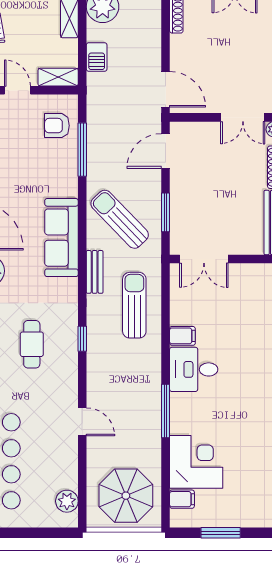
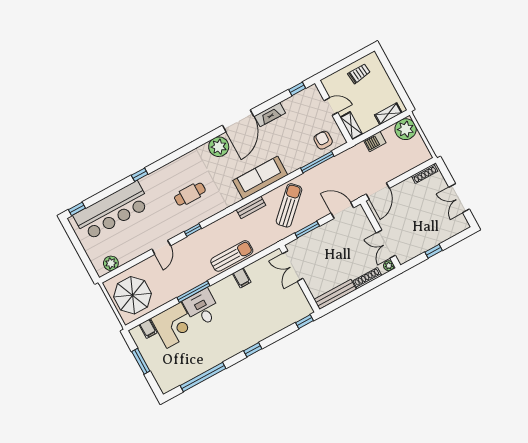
door: (17, 90) -> (331, 107), hinge flipped
sun lounger: (134, 305) -> (232, 256), moved
window: (82, 339) -> (193, 230), moved
desk: (194, 369) -> (202, 308), moved

